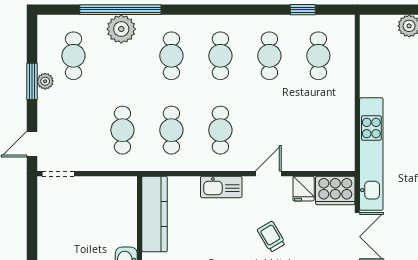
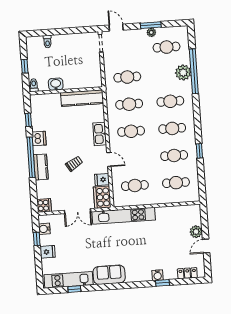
window: (303, 10) -> (199, 151), moved
cafe table: (318, 130) -> (135, 186), added

